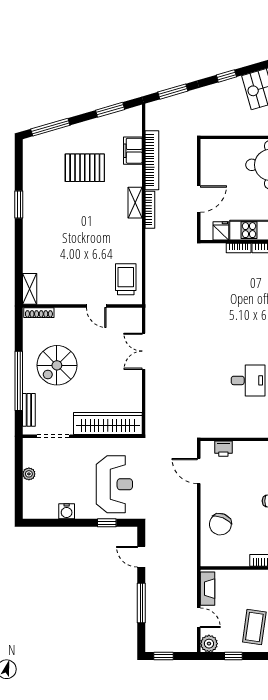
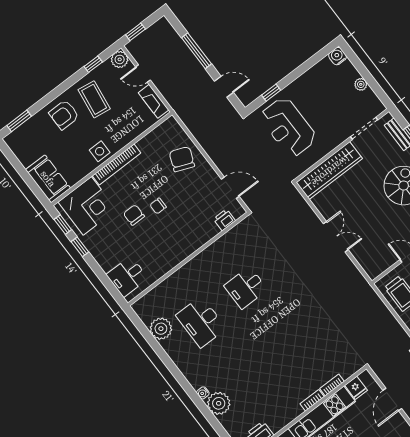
double door: (144, 351) -> (336, 237), moved
water cooler: (67, 511) -> (337, 56), moved
window: (163, 656) -> (135, 32), moved

